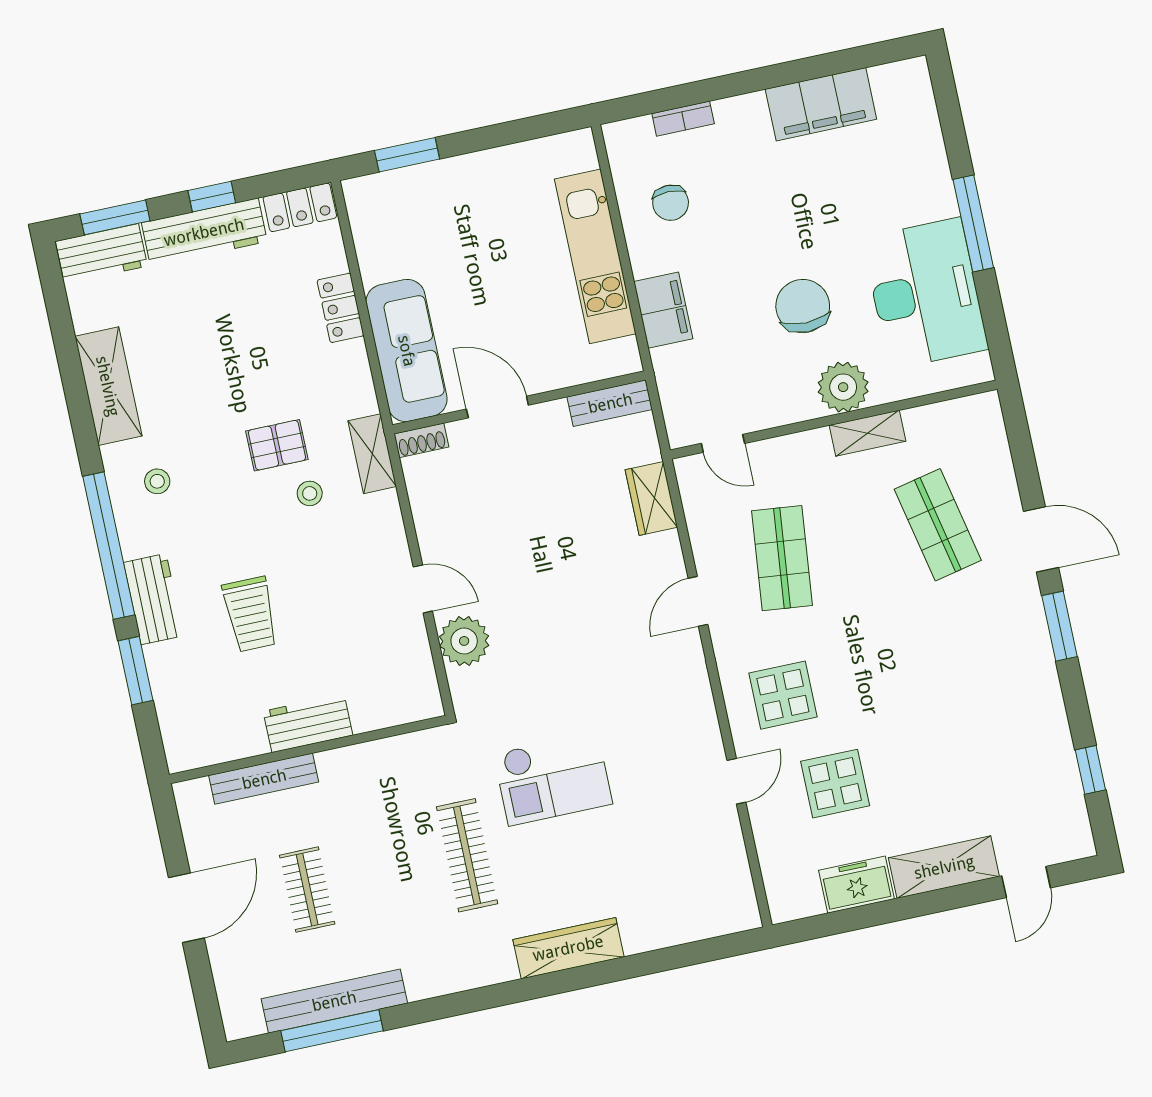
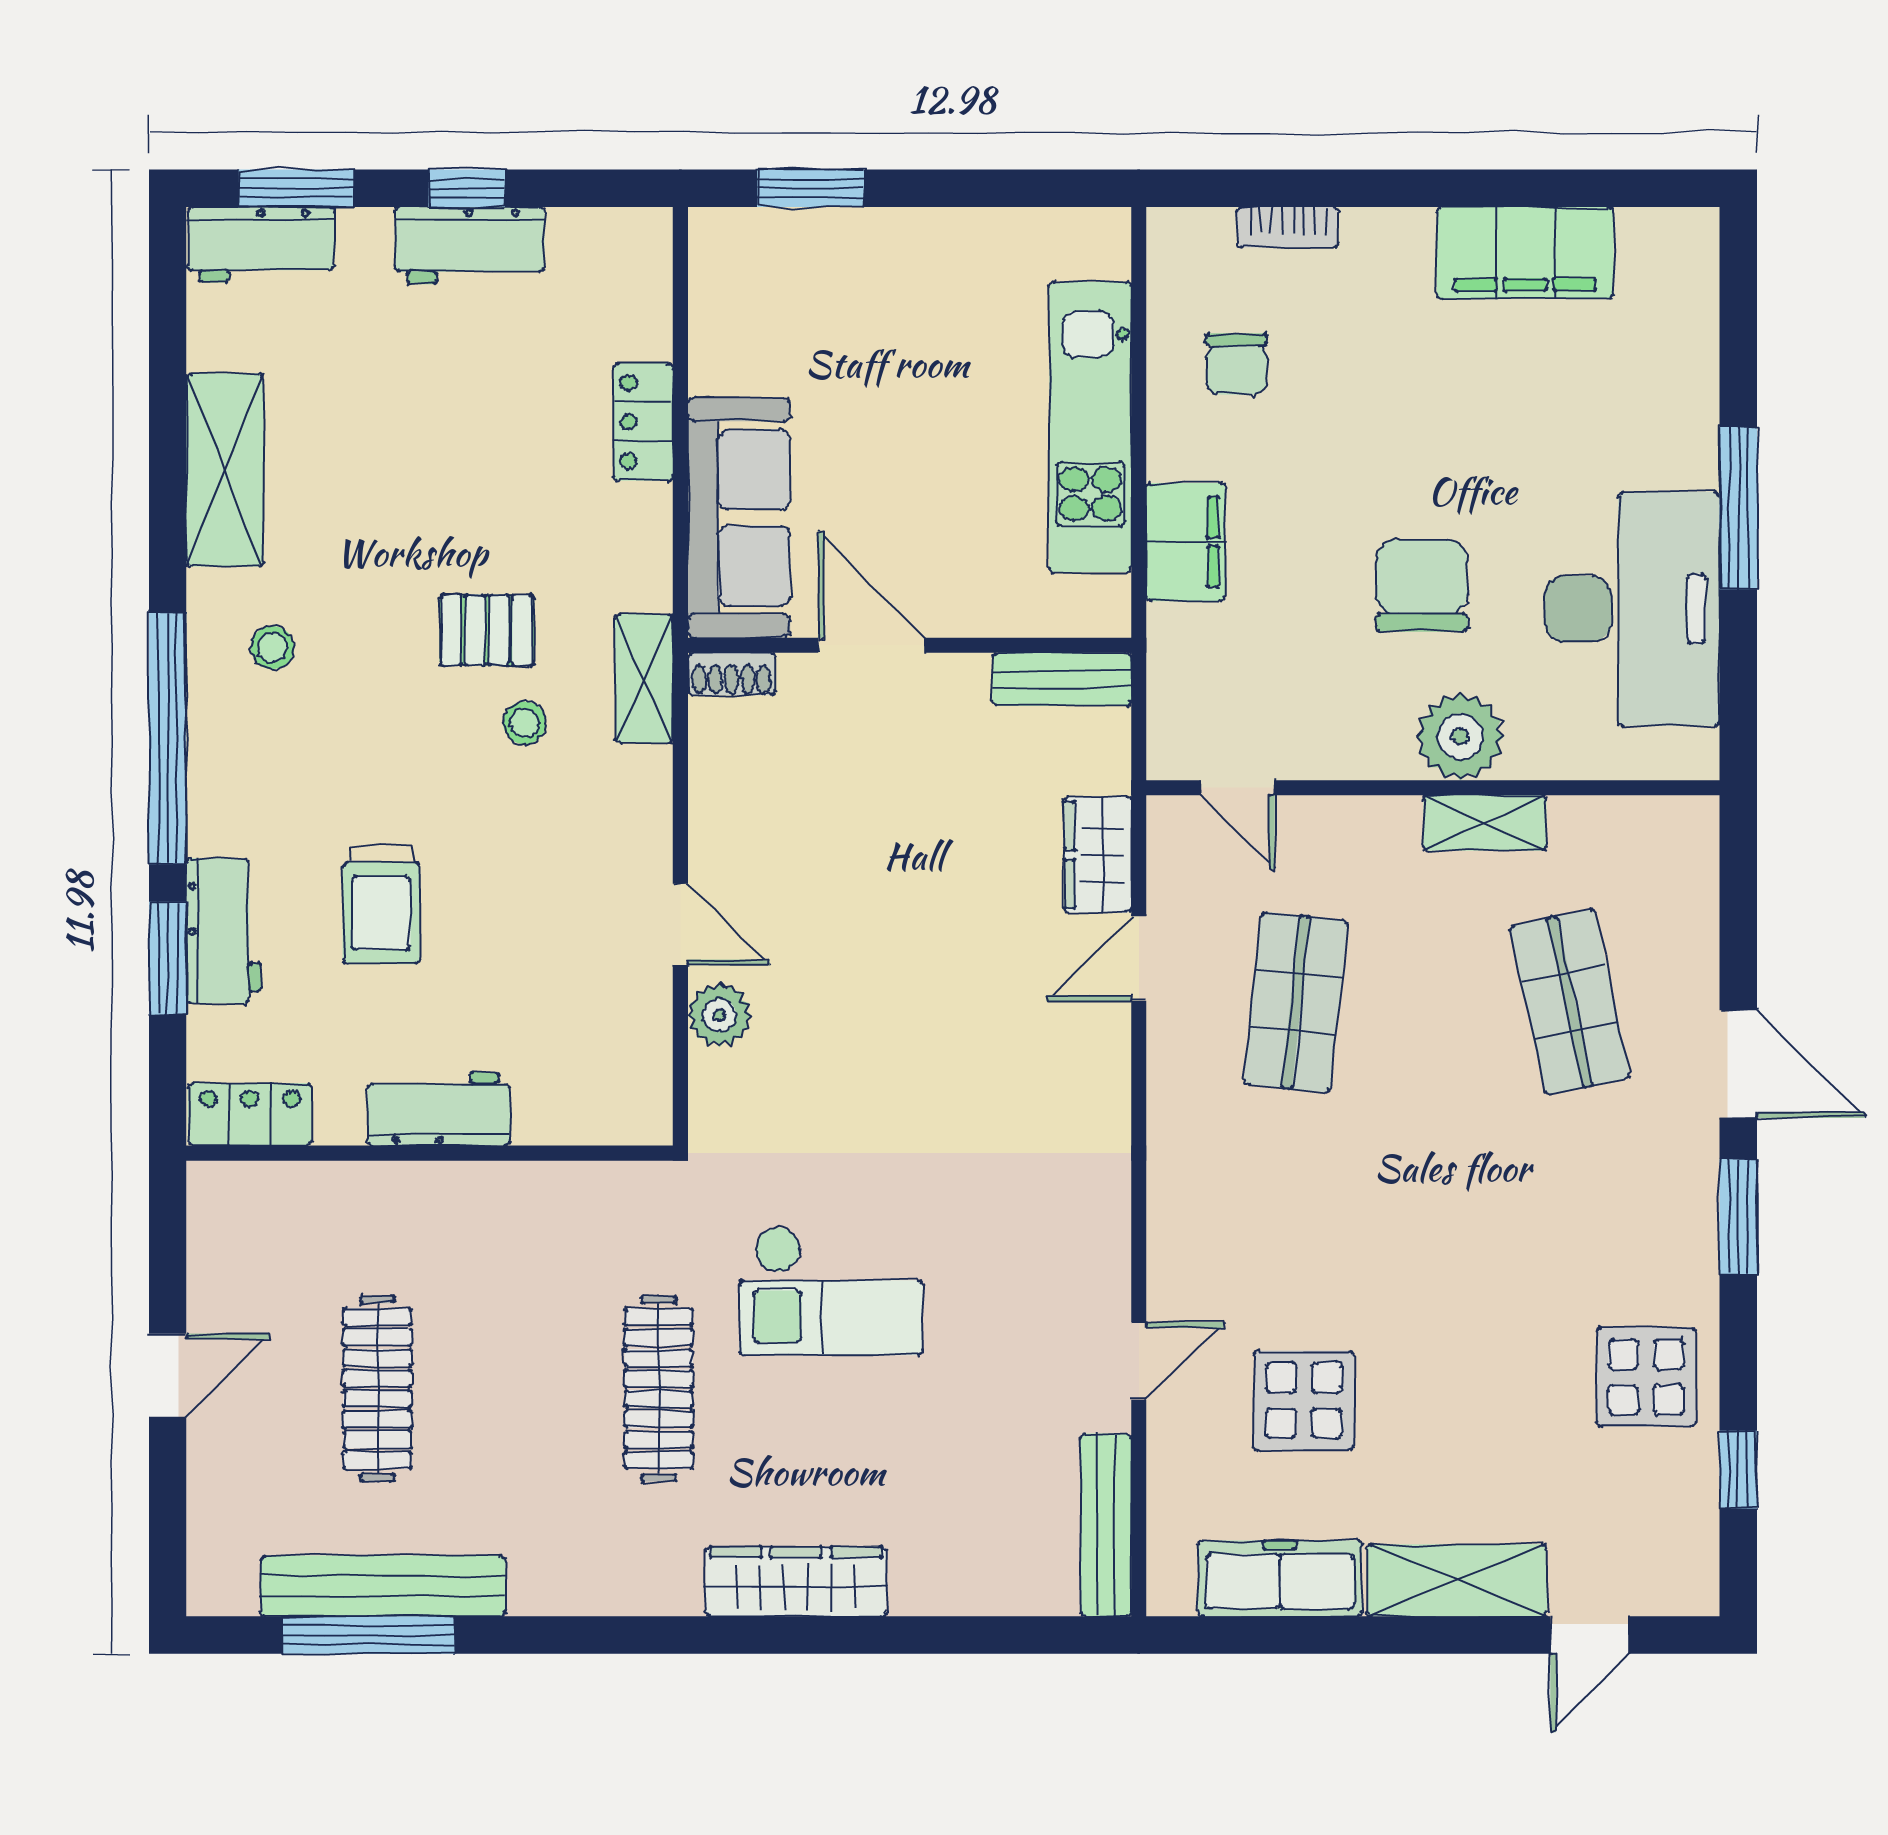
locker: (300, 207) -> (250, 1114), moved, turned 180
workbench: (204, 232) -> (470, 245), width x0.73
workbench: (154, 599) -> (224, 931), moved
door: (698, 601) -> (1139, 959), moved
plant: (464, 641) -> (720, 1015), width x0.73, depth x0.73
display table: (783, 695) -> (1646, 1377), moved
bench: (264, 779) -> (1106, 1525), moved, turned 90
freezer: (856, 885) -> (1280, 1578), width x1.40
clothes rail: (307, 890) -> (377, 1388), width x1.36
door: (186, 908) -> (168, 1375), width x0.73

